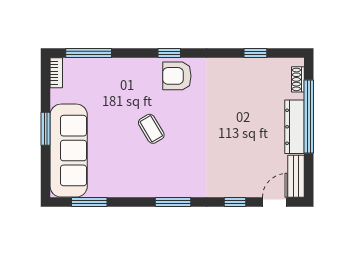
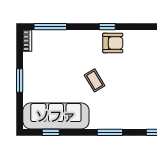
armchair: (177, 76) -> (113, 43), turned 180
sofa: (69, 151) -> (56, 116), moved, turned -90
window: (89, 202) -> (51, 132), width x0.67

